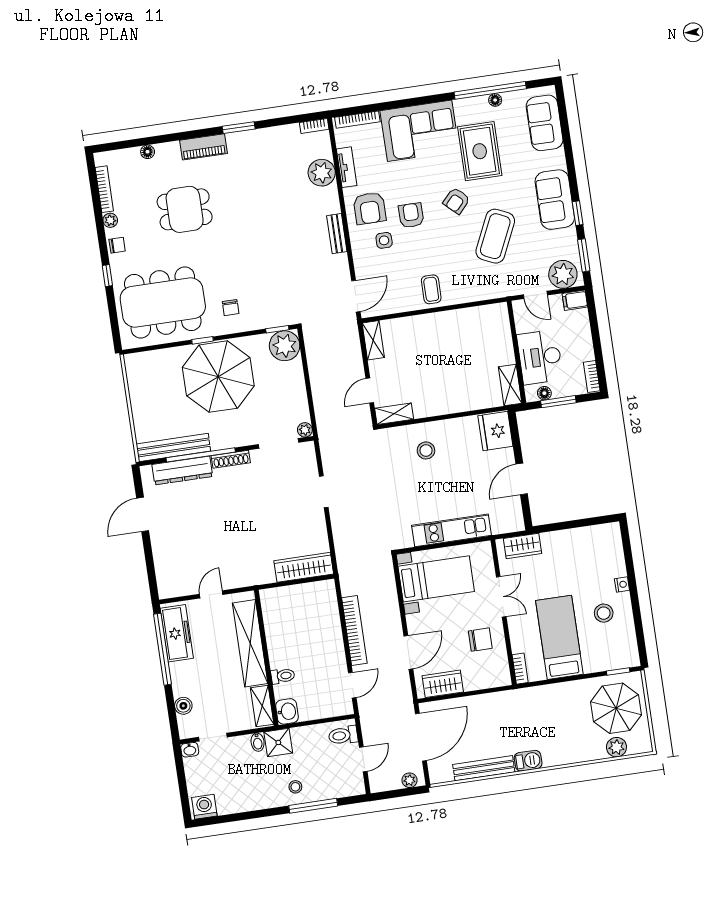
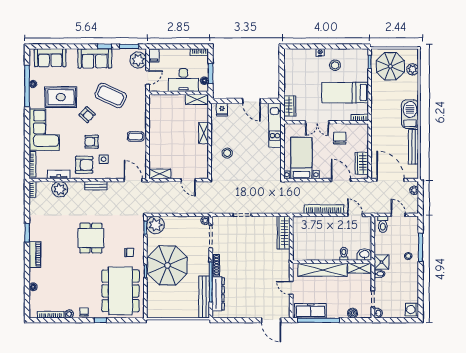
dining table: (185, 209) -> (91, 238), moved
shelving: (394, 414) -> (204, 133), moved
fridge: (495, 431) -> (222, 110), width x0.53, depth x0.75
door: (143, 514) -> (271, 320), moved
kitchen unit: (451, 530) -> (275, 125), moved
double door: (501, 597) -> (317, 122), swing flipped
barbecue: (528, 761) -> (410, 114), width x1.88, depth x1.53

